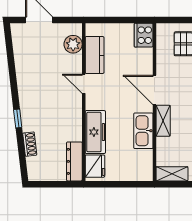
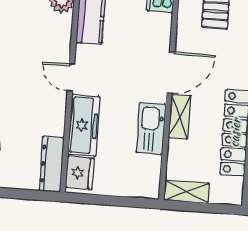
door: (84, 84) -> (71, 78), moved
door: (154, 90) -> (171, 73), swing flipped

